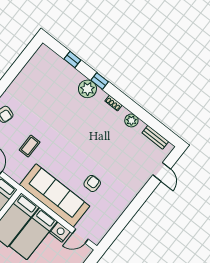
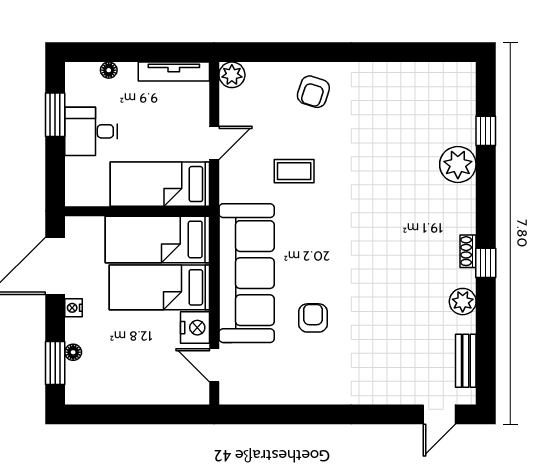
window: (100, 81) -> (486, 263), moved
plant: (87, 89) -> (458, 164), moved
door: (162, 172) -> (439, 414), moved
armchair: (92, 183) -> (313, 318), turned -90

